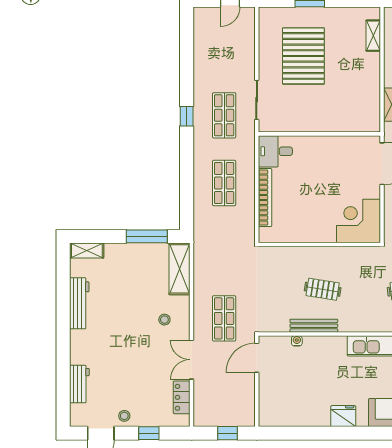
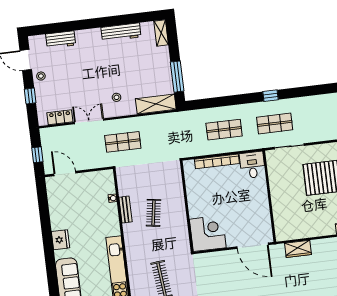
bench: (314, 326) -> (125, 210), width x0.73
door: (257, 358) -> (65, 174), moved

